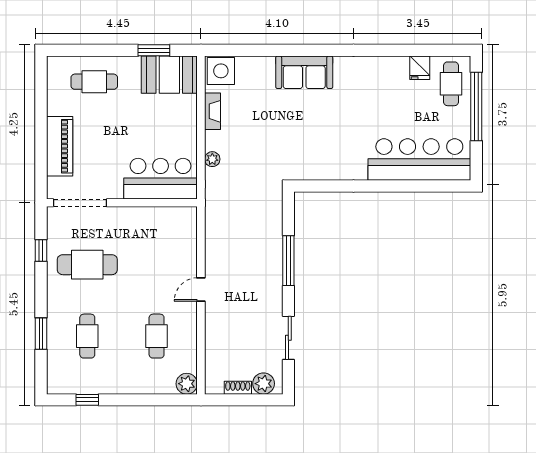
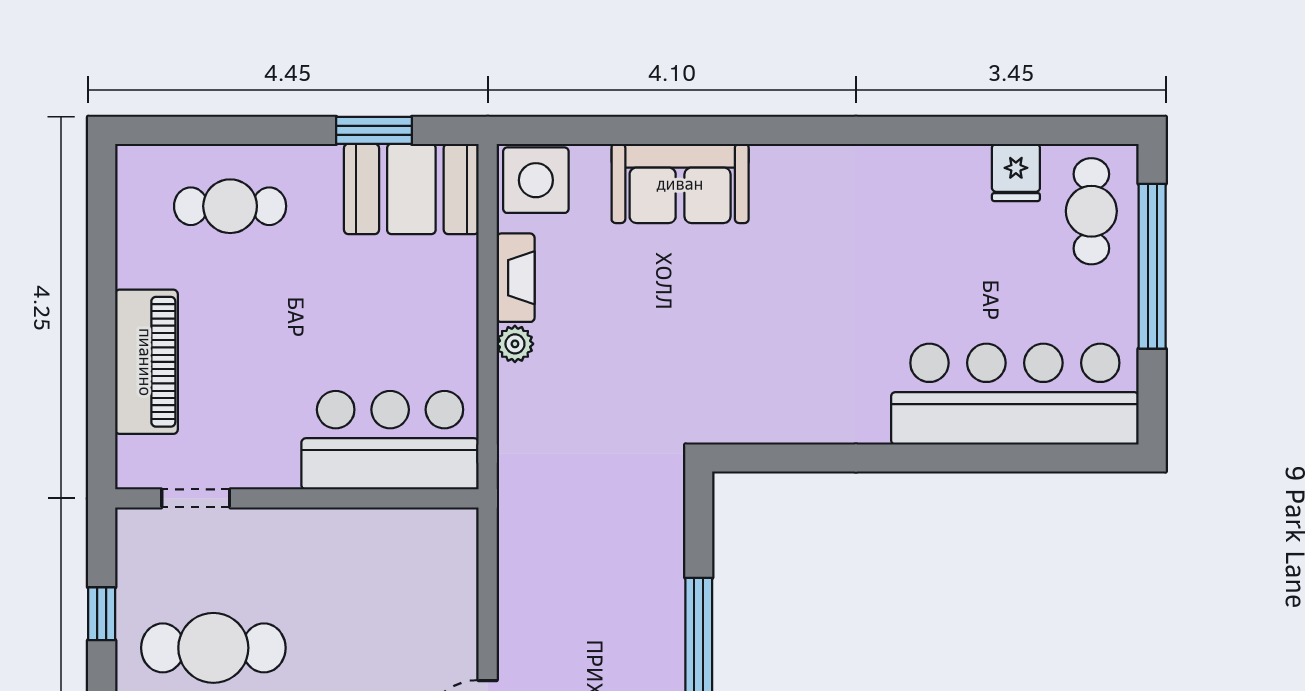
sofa: (304, 72) -> (680, 183), moved
plant: (212, 159) -> (515, 344), moved
doorway: (80, 203) -> (196, 498), width x0.53

